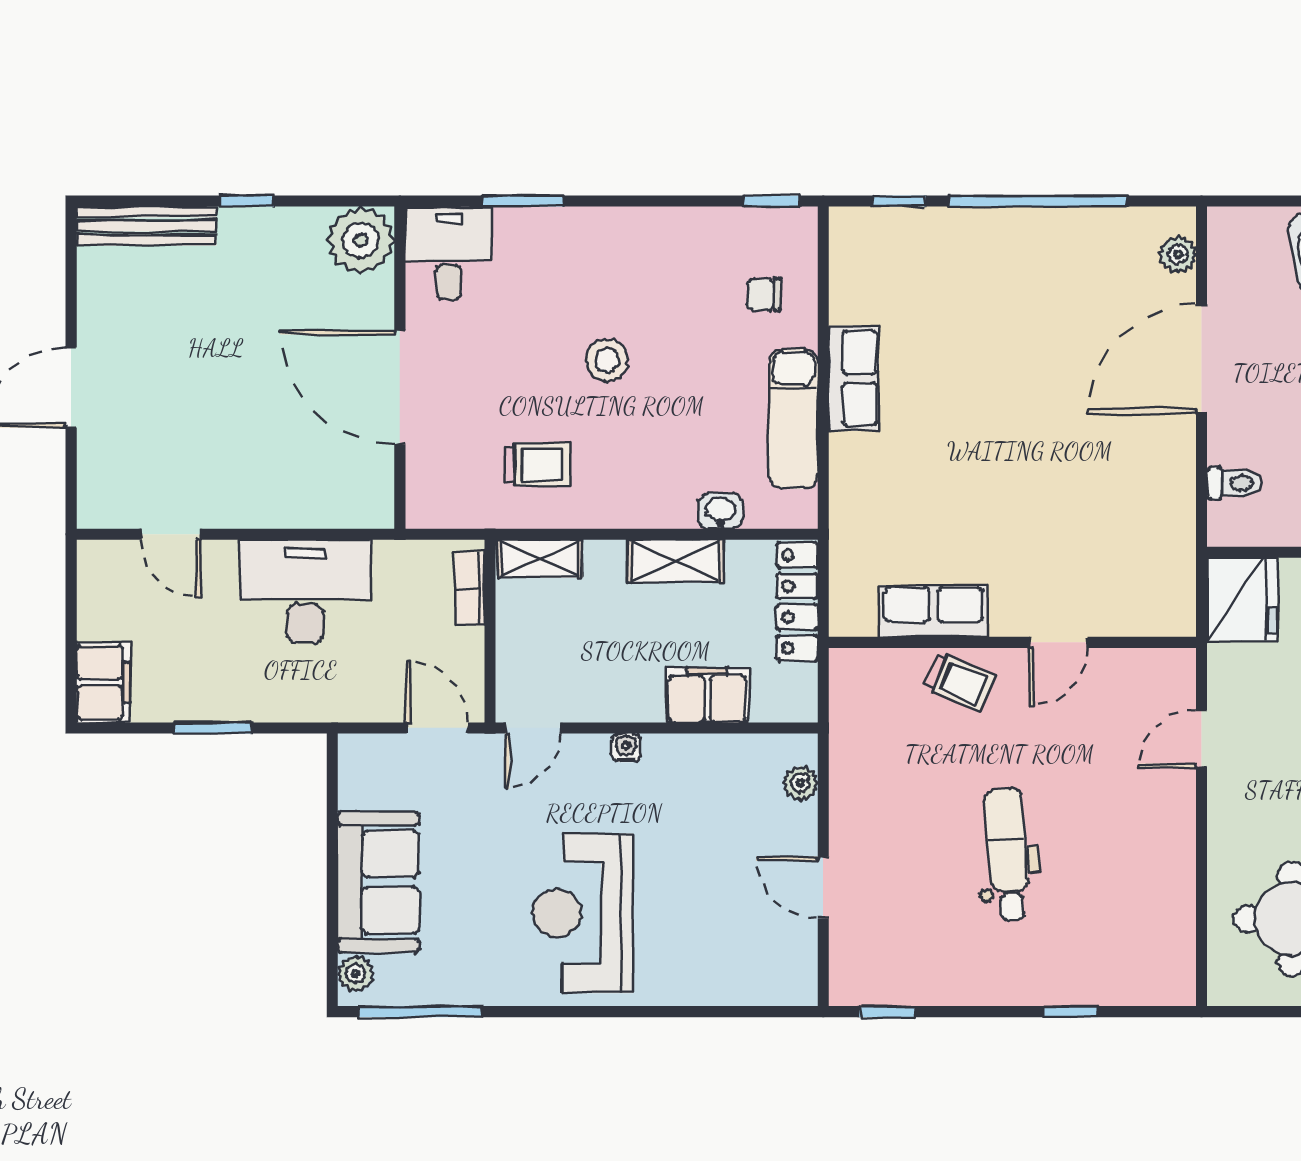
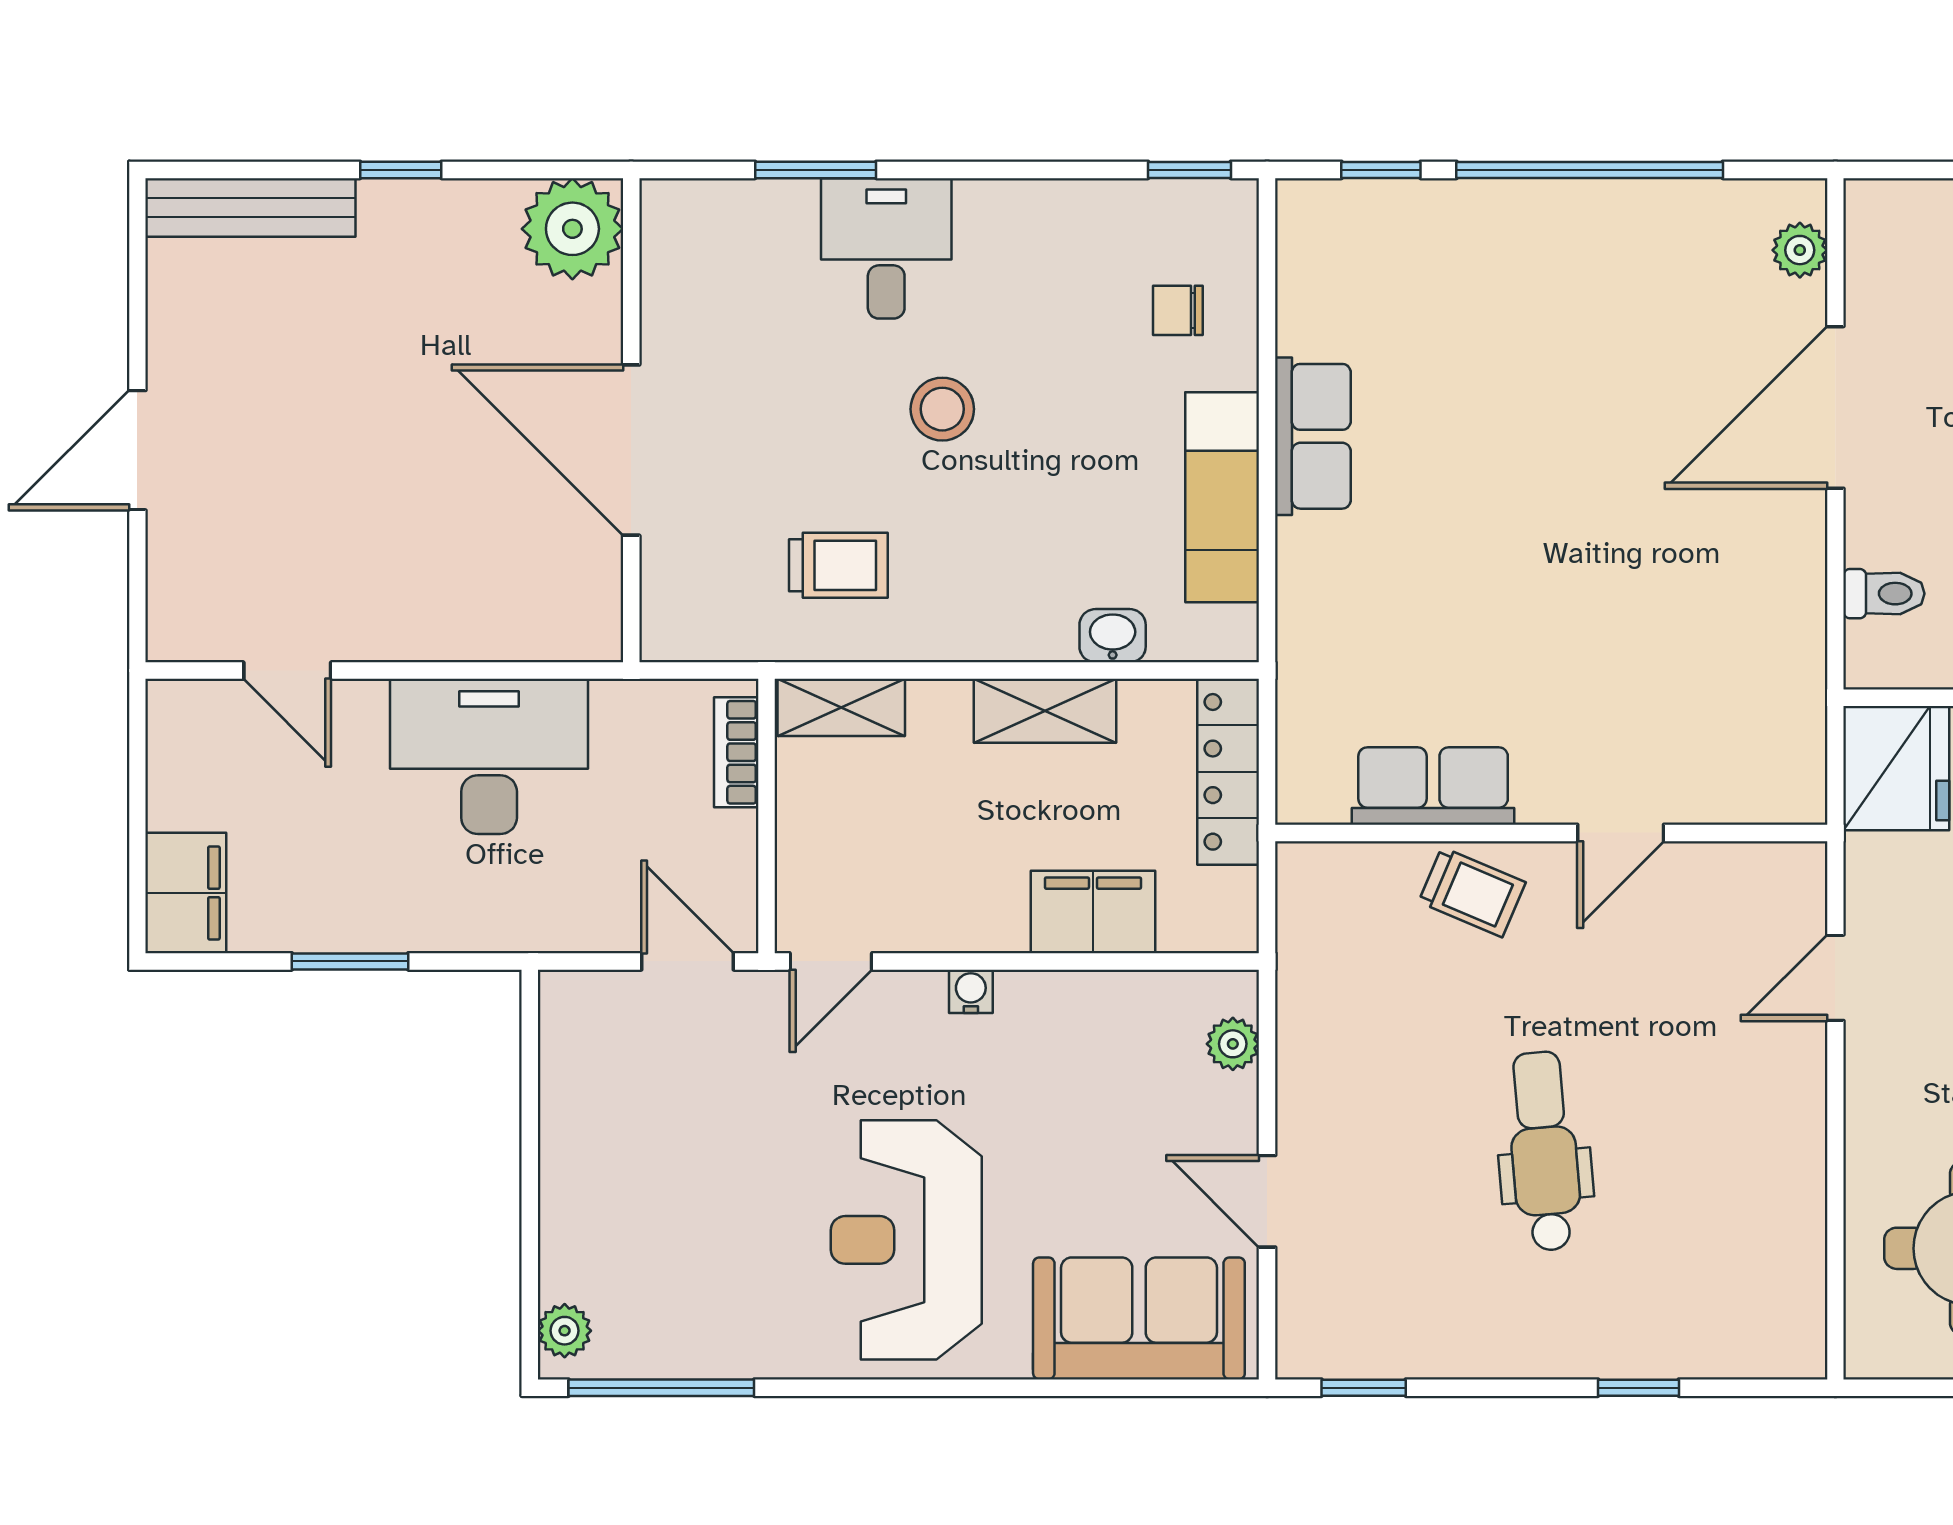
desk: (449, 253) -> (886, 248), moved
sofa: (378, 882) -> (1139, 1318), moved, turned -90

